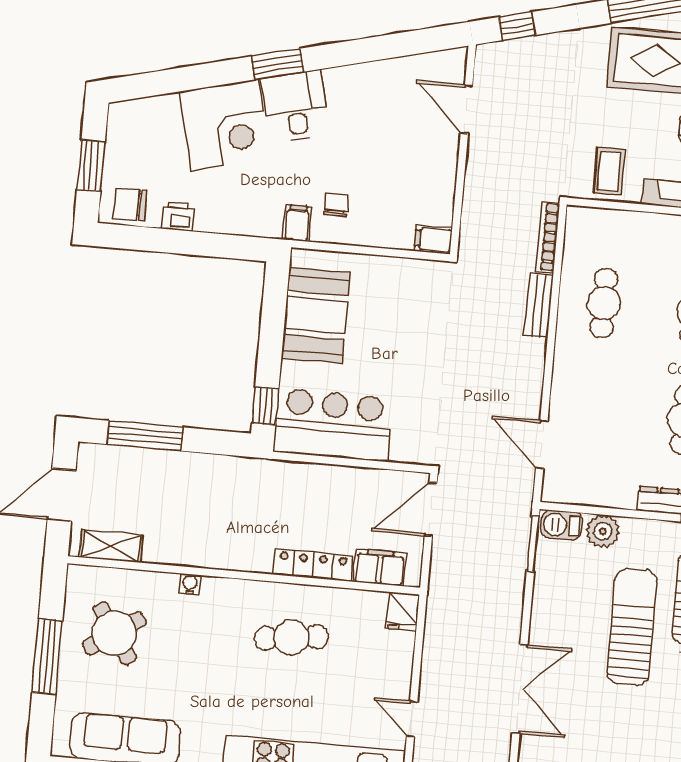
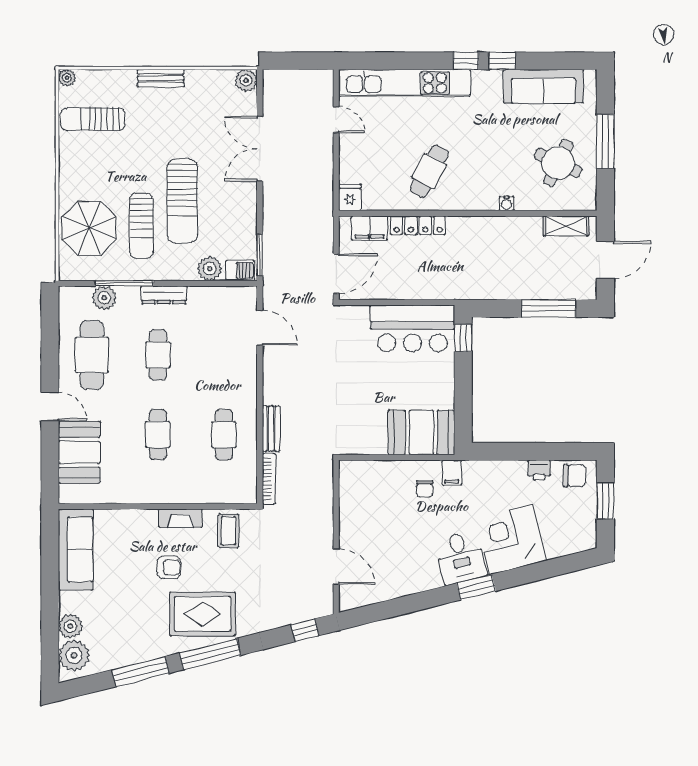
filing cabinet: (433, 239) -> (352, 470), removed
booth: (316, 315) -> (421, 433), moved, turned 90
round table: (114, 633) -> (558, 163), turned -31
cafe table: (291, 638) -> (429, 171), turned -55

